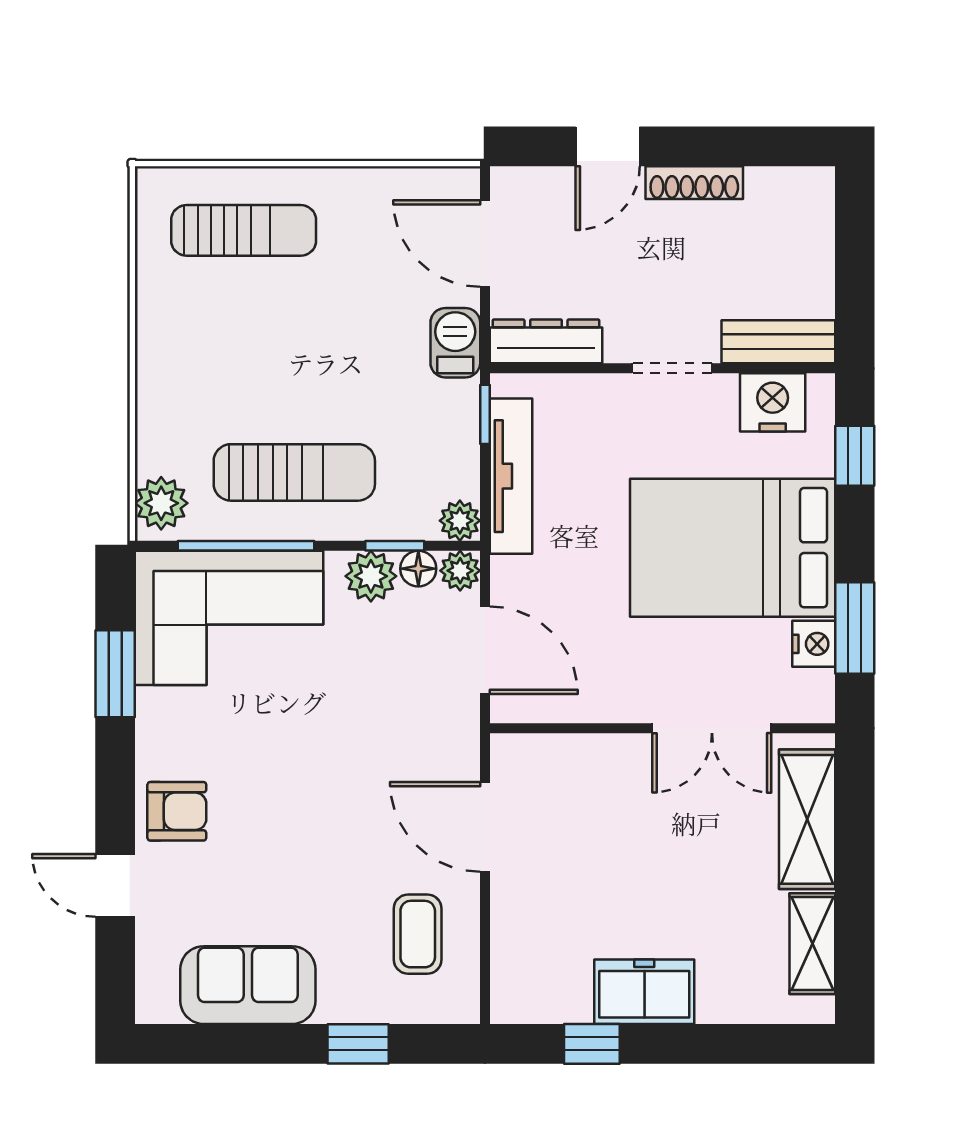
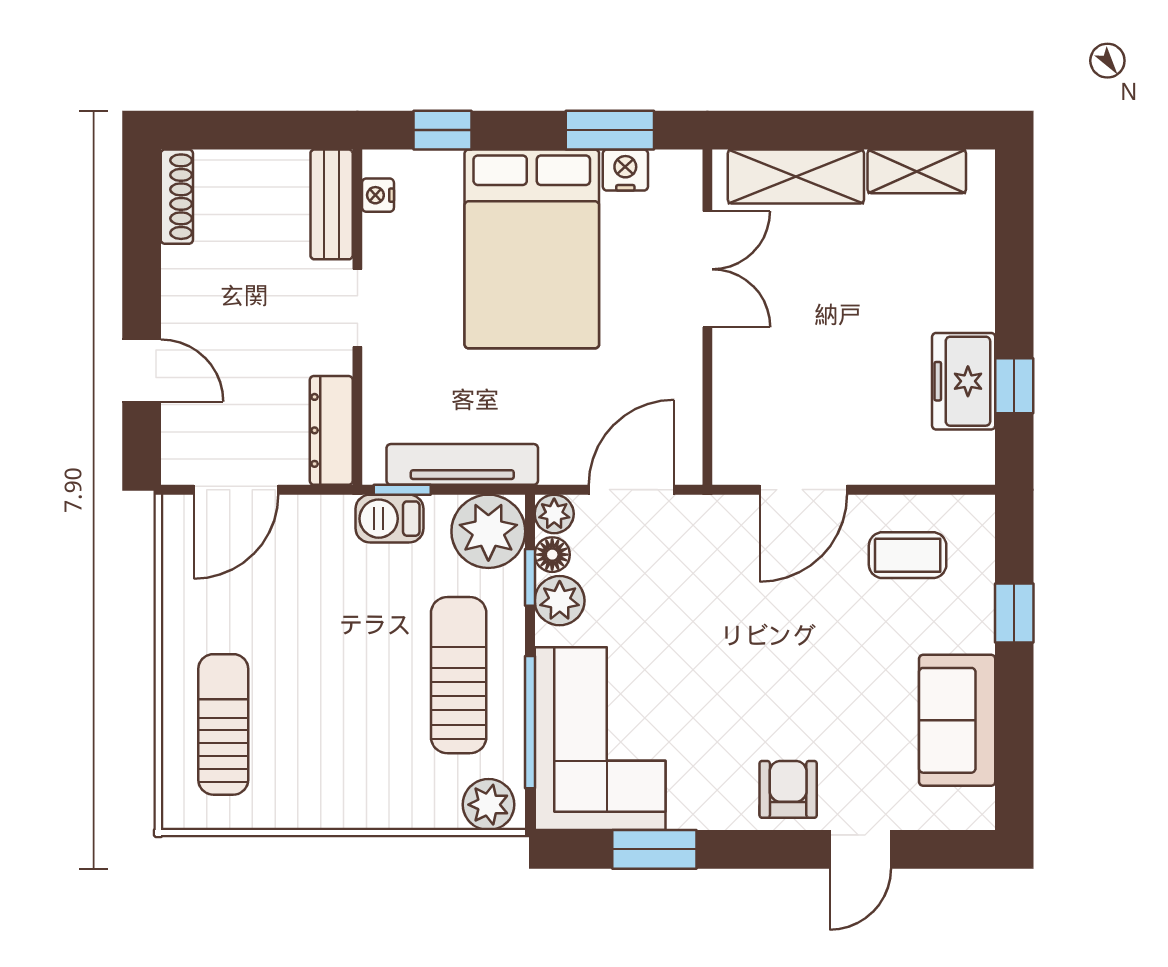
shoe rack: (694, 183) -> (177, 197), moved
barbecue: (455, 343) -> (390, 519), moved
nightstand: (773, 402) -> (378, 195), width x0.53, depth x0.56
plant: (460, 521) -> (488, 531), width x1.88, depth x1.88
freezer: (644, 992) -> (964, 381), moved

